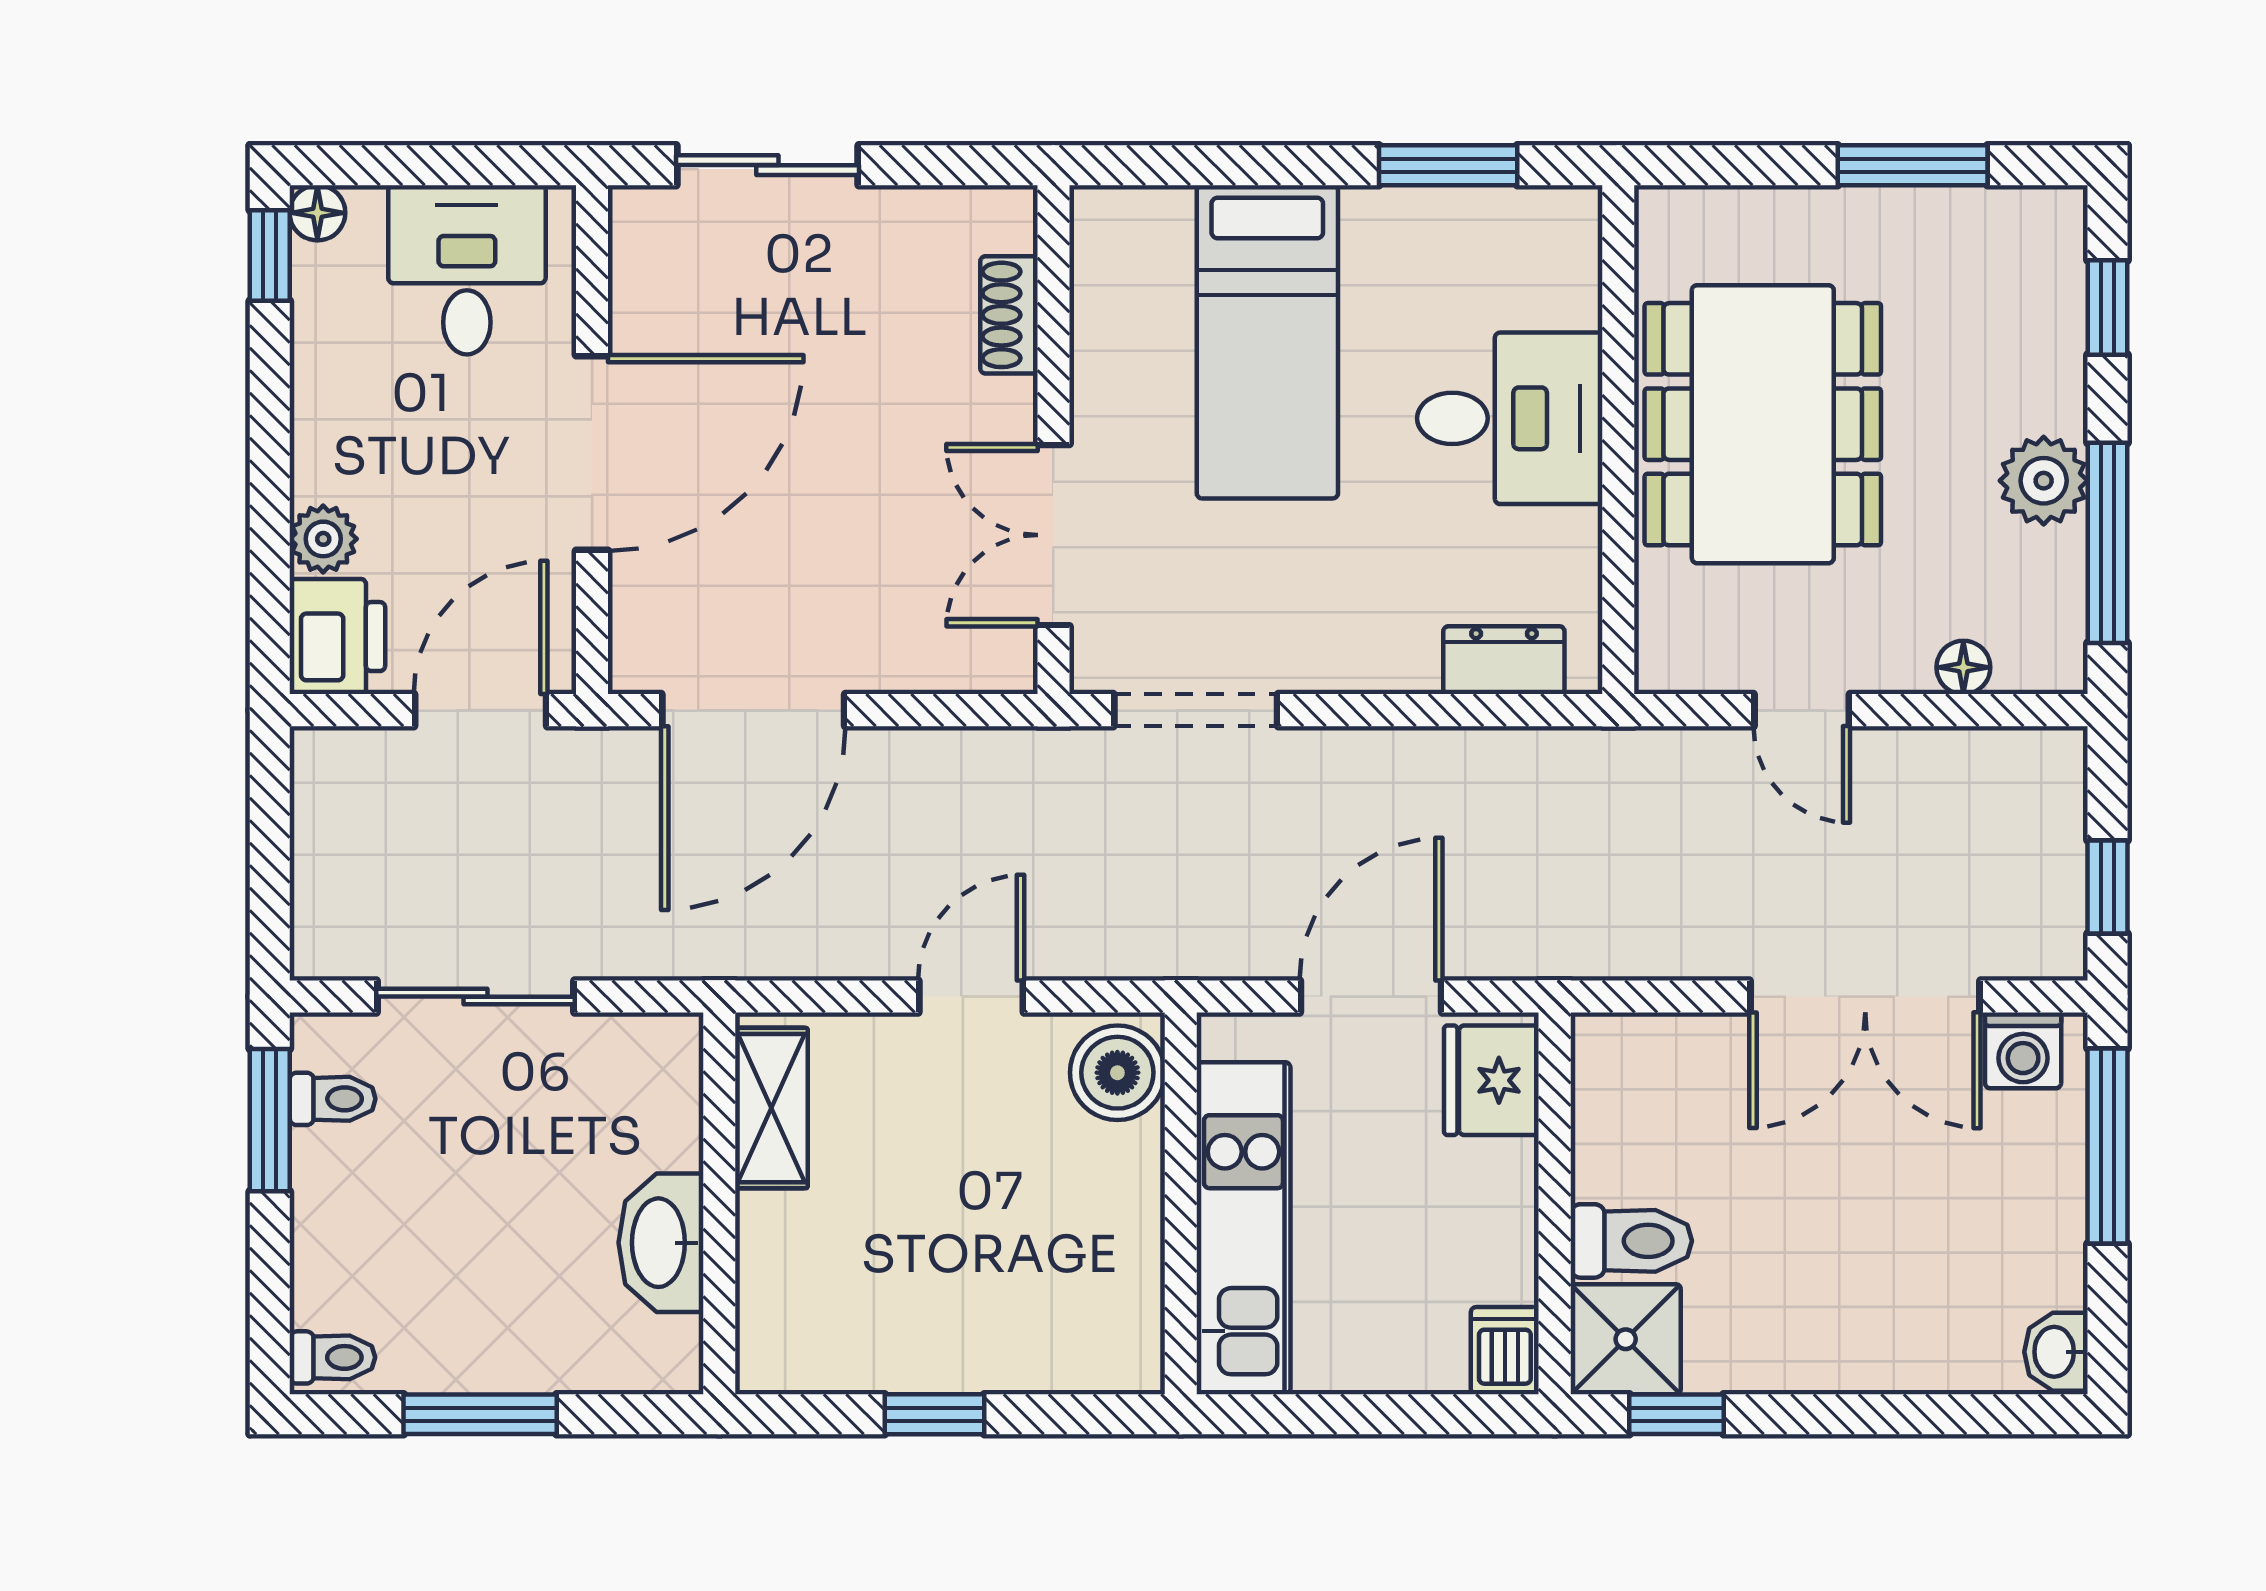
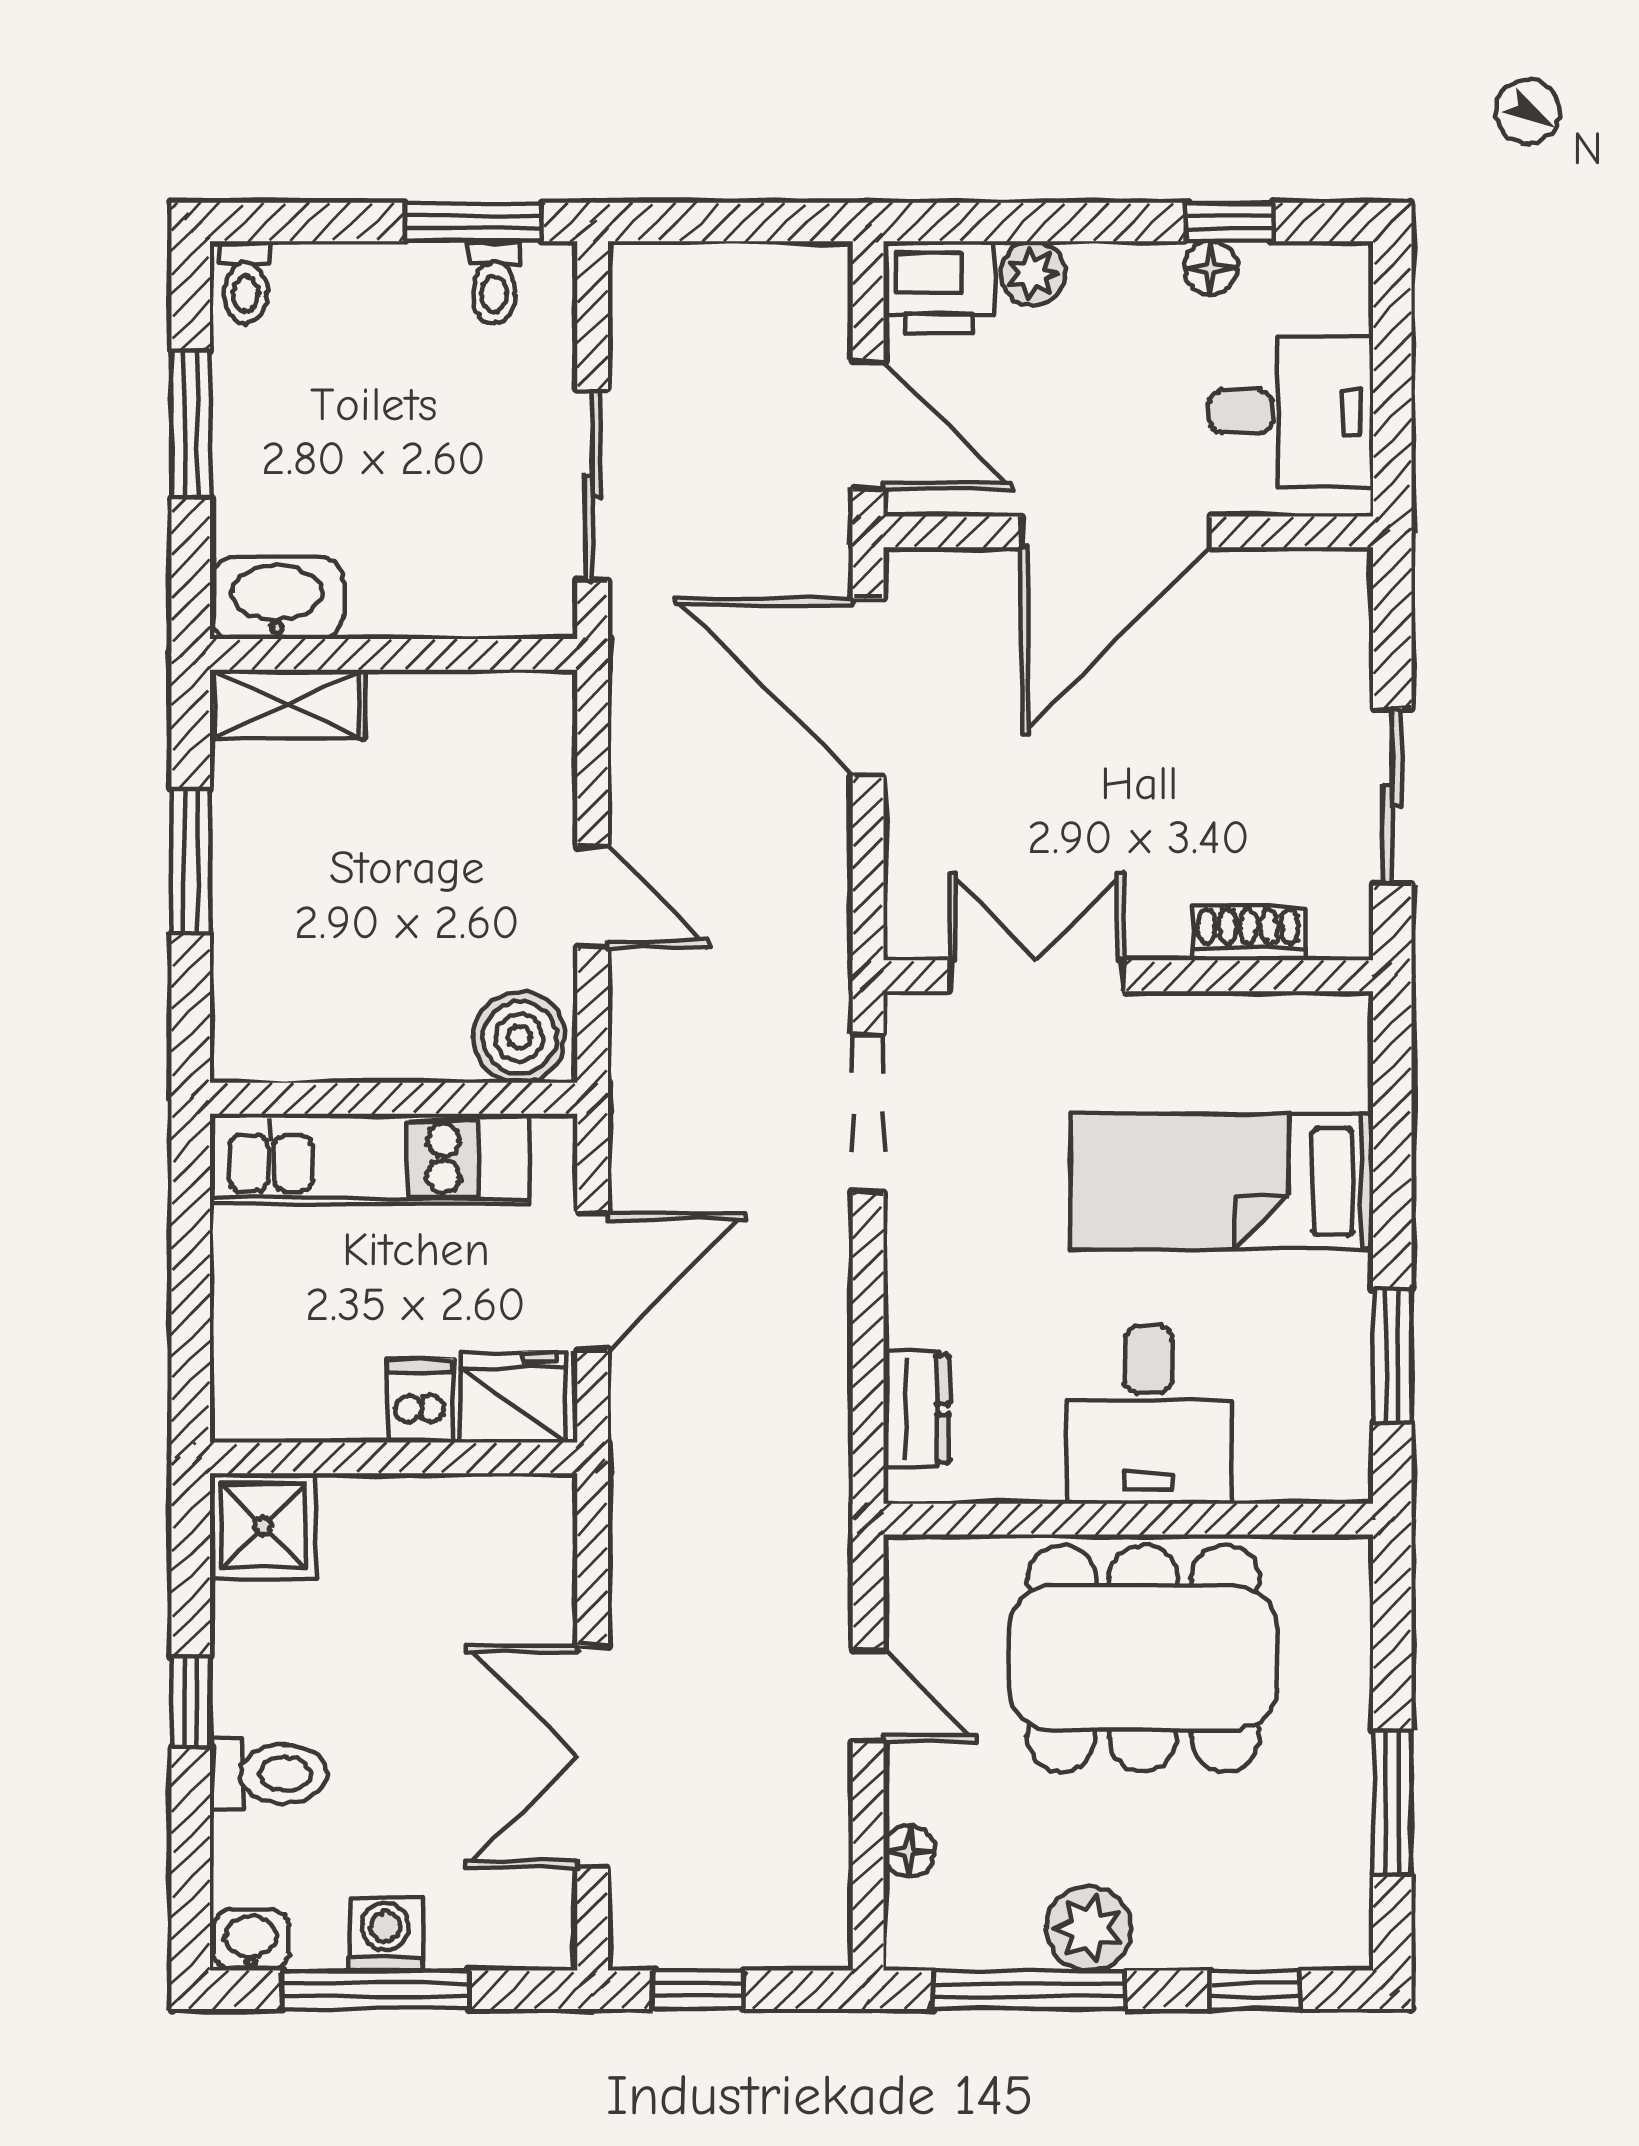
sliding door: (767, 165) -> (1392, 796), moved
floor lamp: (317, 213) -> (1211, 268), moved
window: (270, 255) -> (1229, 222), moved
door: (592, 453) -> (1115, 532), hinge flipped
door: (1802, 710) -> (868, 1696), swing flipped
sliding door: (476, 997) -> (593, 485), moved
door: (1371, 997) -> (593, 1281), hinge flipped
washing machine: (2023, 1050) -> (385, 1934), moved, turned 90
shelving: (771, 1108) -> (287, 704), moved
window: (2108, 1146) -> (375, 1990), moved
toilet: (1631, 1241) -> (268, 1774), moved, turned -90
washbasin: (661, 1243) -> (277, 598), moved
dishwasher: (1505, 1351) -> (420, 1401), moved, turned -90
window: (934, 1414) -> (191, 861), width x1.50
window: (1677, 1414) -> (191, 1701), moved

